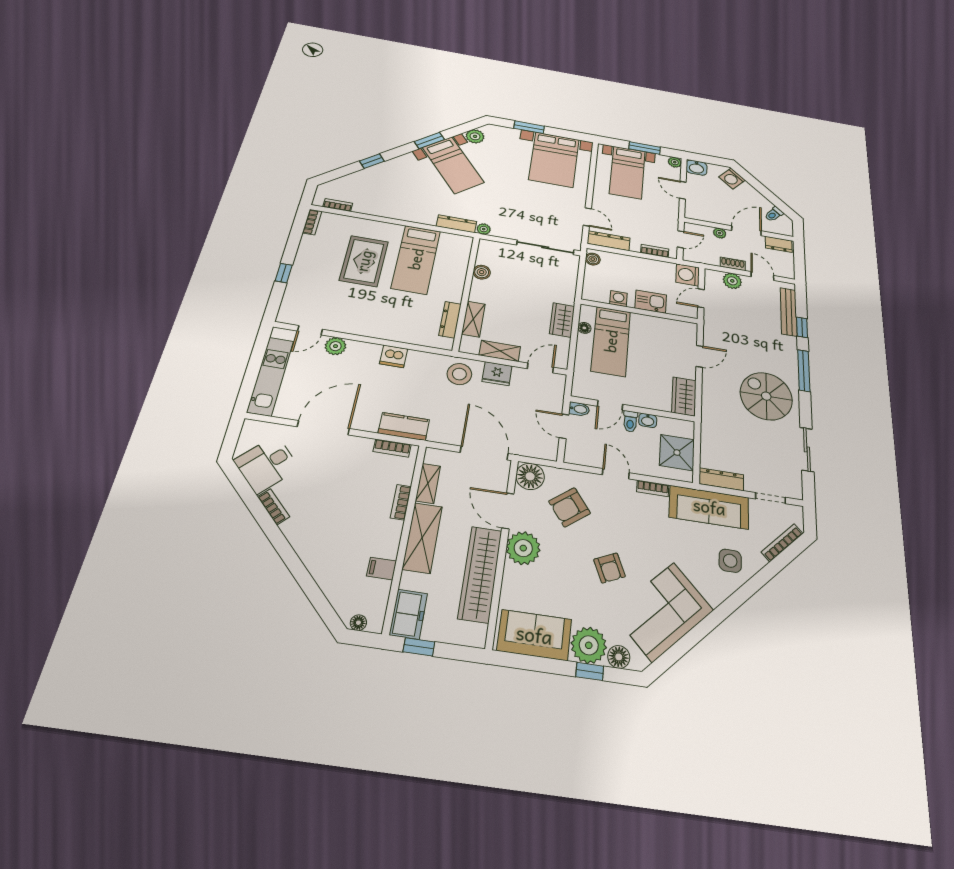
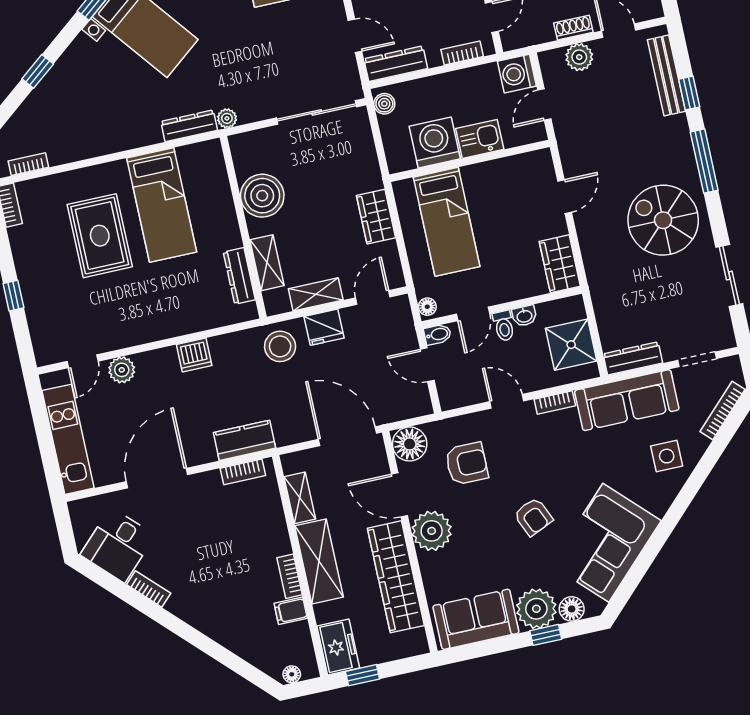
boiler: (482, 272) -> (262, 196), width x1.86, depth x1.86
washing machine: (619, 299) -> (435, 143), width x1.89, depth x1.89
floor lamp: (584, 328) -> (427, 307), moved
bookcase: (401, 502) -> (290, 576), moved
armchair: (570, 507) -> (467, 464), turned -143

